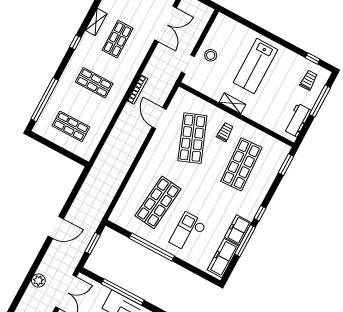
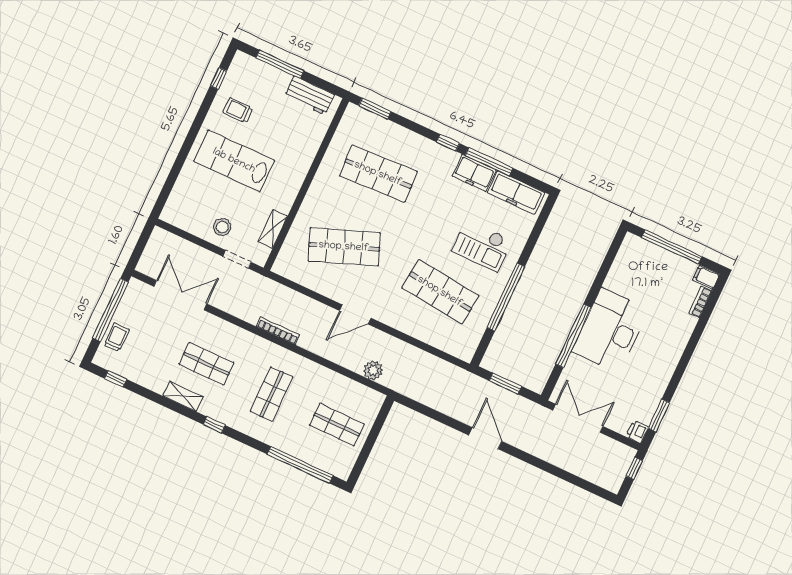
lab bench: (256, 66) -> (234, 161), turned 180
trolley: (309, 80) -> (238, 110), moved
shelving: (232, 103) -> (273, 229), moved
door: (159, 118) -> (355, 314), moved
shop shelf: (71, 126) -> (337, 425), turned 90
trolley: (225, 132) -> (333, 200), removed
plant: (38, 281) -> (373, 370), moved

